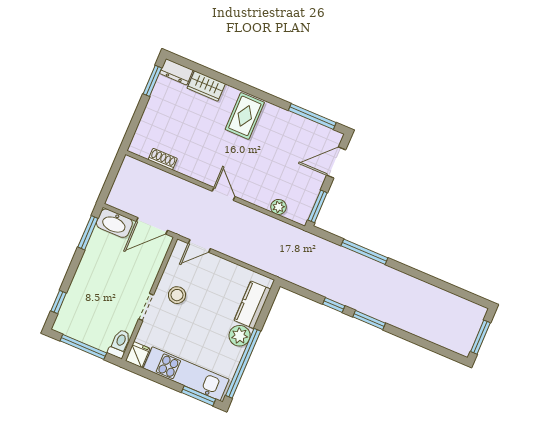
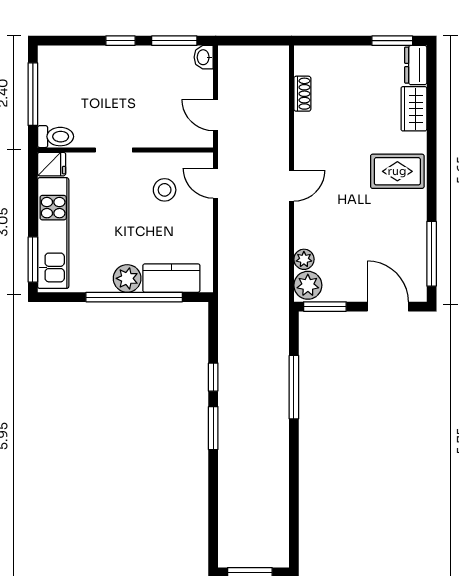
plant: (298, 212) -> (308, 285), added
washbasin: (114, 223) -> (204, 57), width x0.52, depth x0.69
door: (152, 226) -> (216, 115), width x0.73
stool: (177, 295) -> (165, 190), moved
window: (59, 302) -> (120, 41), moved
window: (243, 363) -> (134, 297), moved

